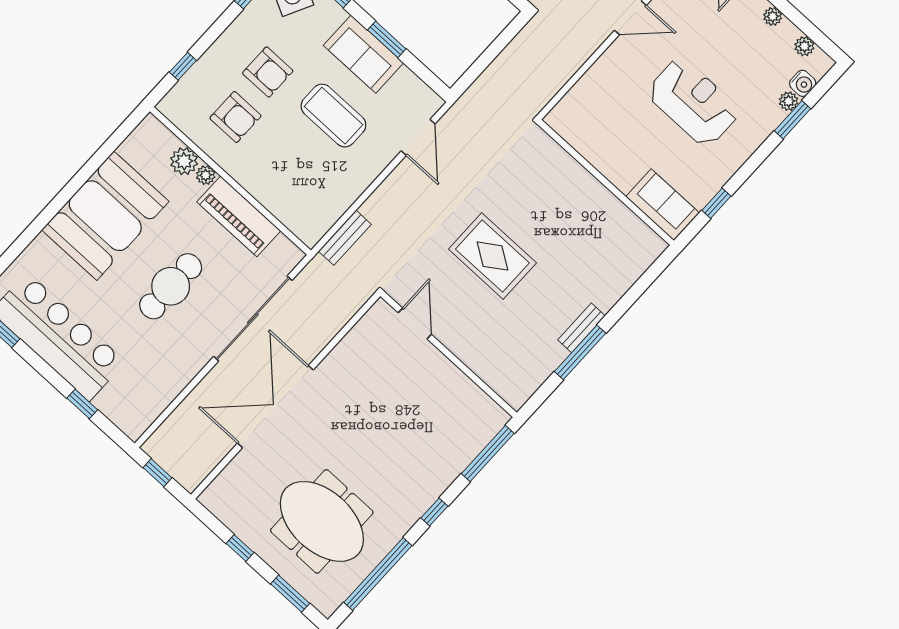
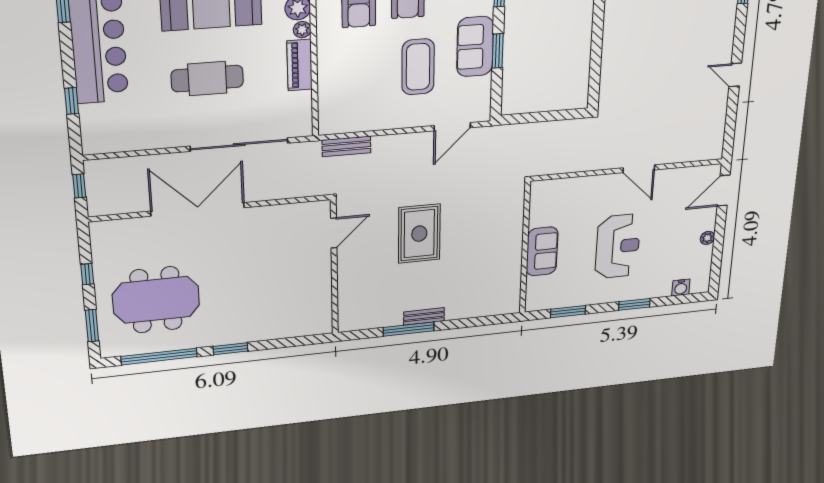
plant: (804, 46) -> (704, 269), removed
plant: (789, 101) -> (664, 291), removed
window: (793, 120) -> (634, 304), moved
window: (716, 203) -> (568, 312), width x1.50
sofa: (663, 205) -> (542, 251), moved
piano: (239, 216) -> (300, 65), width x0.73, depth x0.75
window: (488, 454) -> (297, 341), removed
window: (434, 512) -> (230, 349), width x1.50
meeting table: (322, 521) -> (156, 300), turned 90

